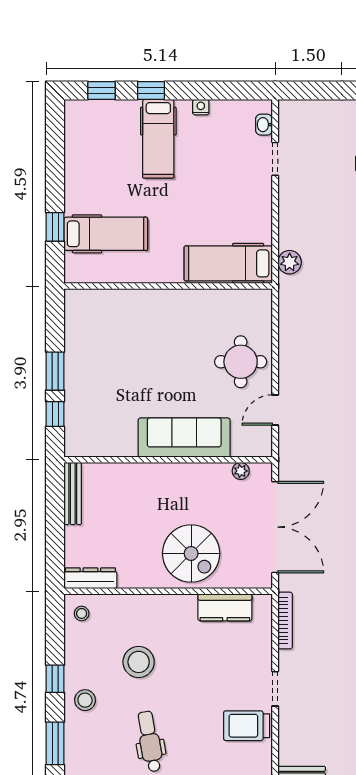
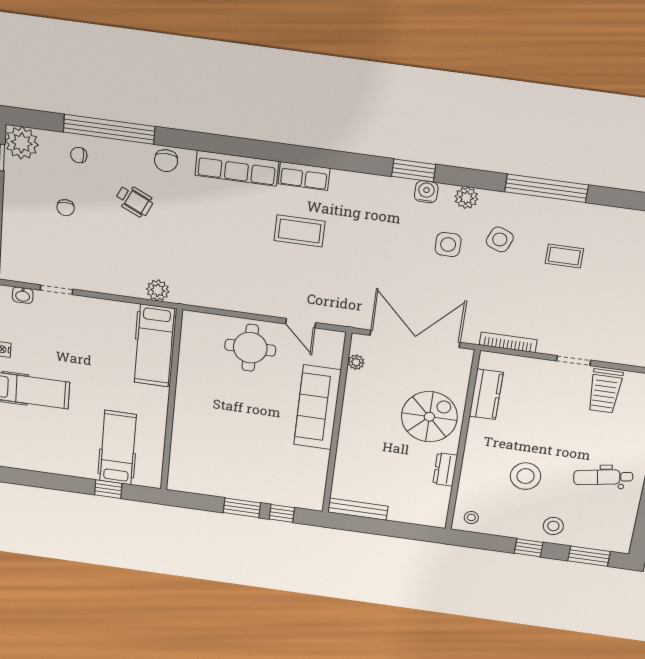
dresser: (90, 578) -> (445, 469), moved, width x0.70

